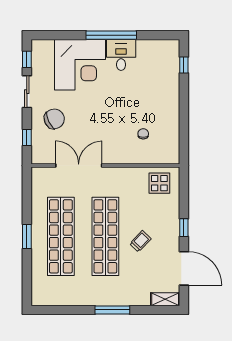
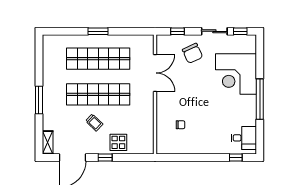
desk: (121, 55) -> (244, 138), moved
display table: (159, 183) -> (118, 142), moved

